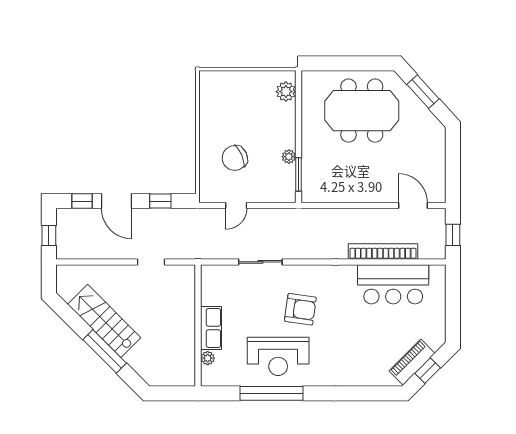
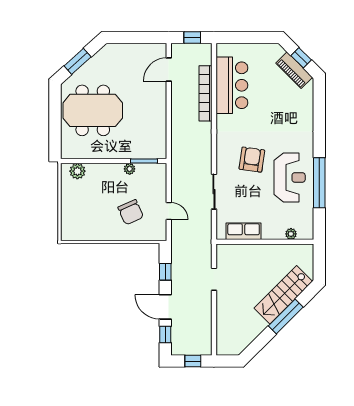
meeting table: (362, 111) -> (93, 110), turned 90
door: (116, 201) -> (165, 307), swing flipped
stairs: (104, 321) -> (283, 295), moved
row of seats: (211, 328) -> (244, 231), moved

